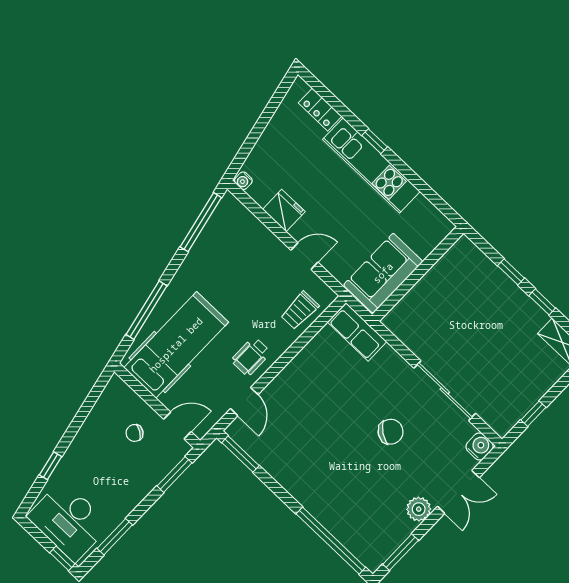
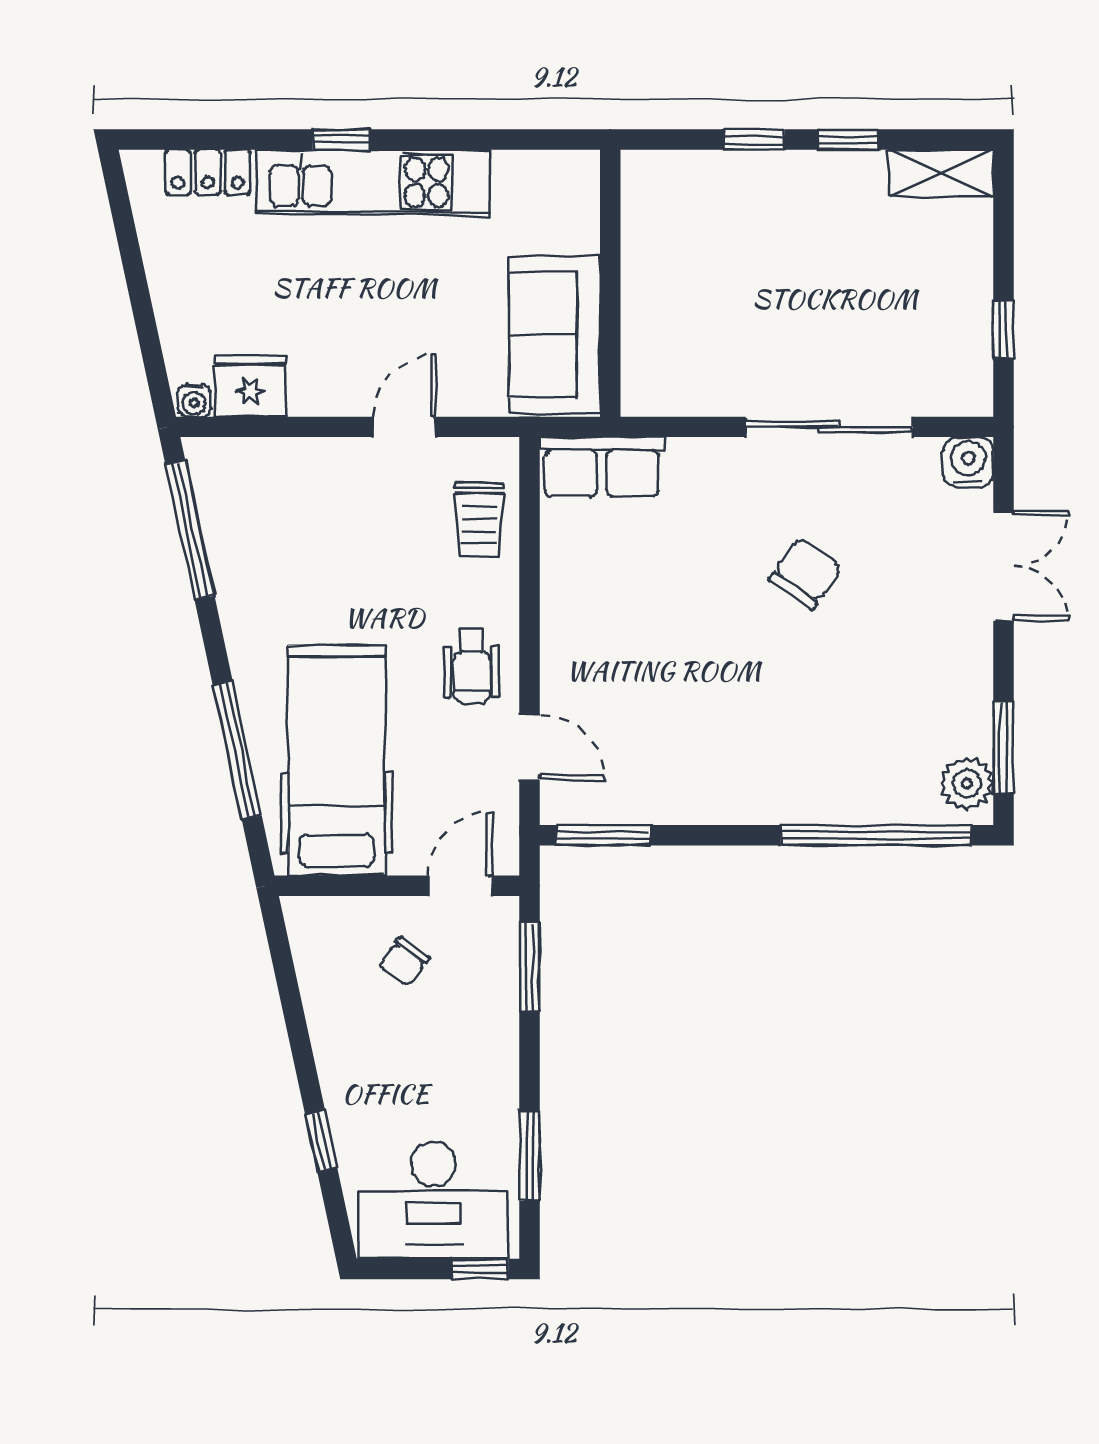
fridge: (284, 211) -> (250, 386), moved
plant: (419, 509) -> (967, 784), moved

